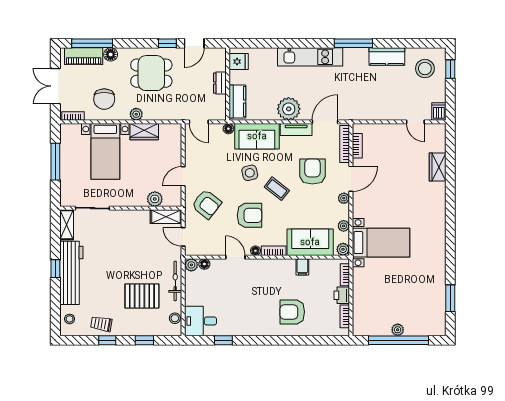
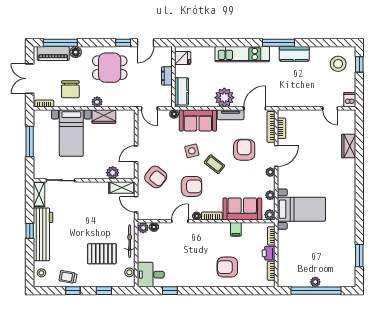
kitchen counter: (387, 57) -> (294, 54), moved
door: (235, 257) -> (180, 221), hinge flipped

